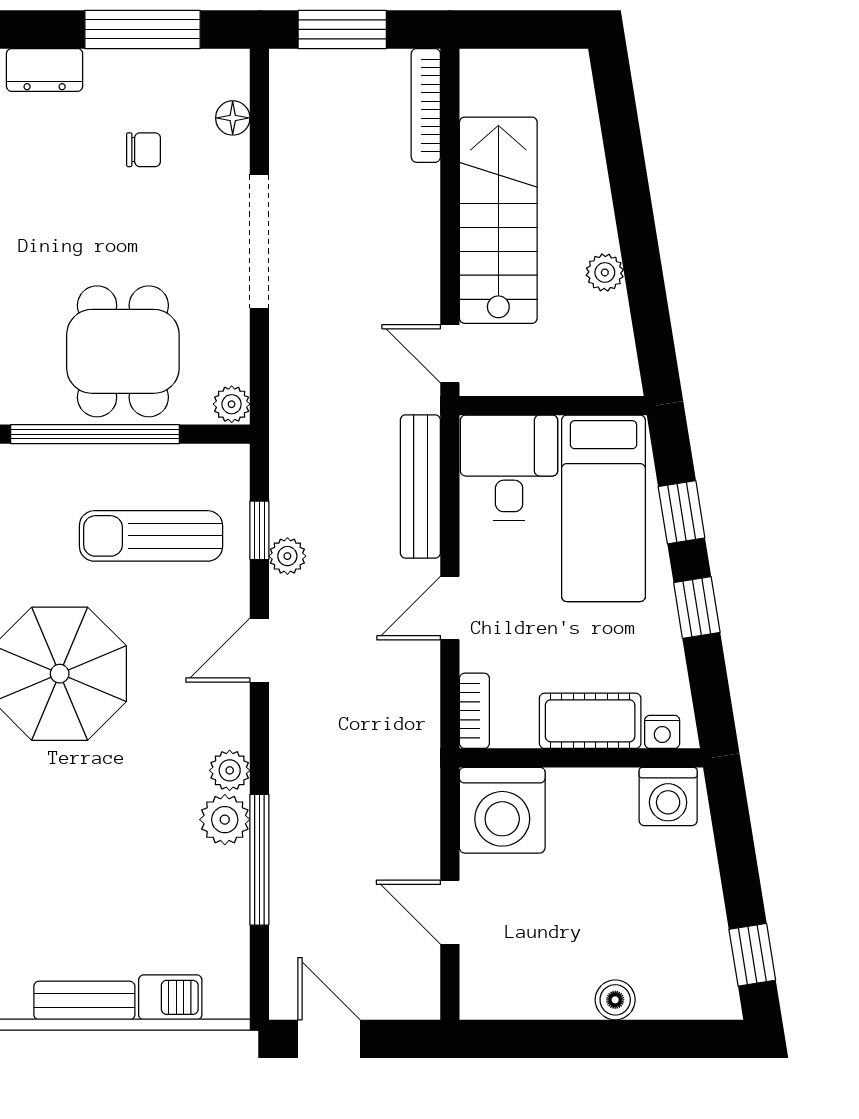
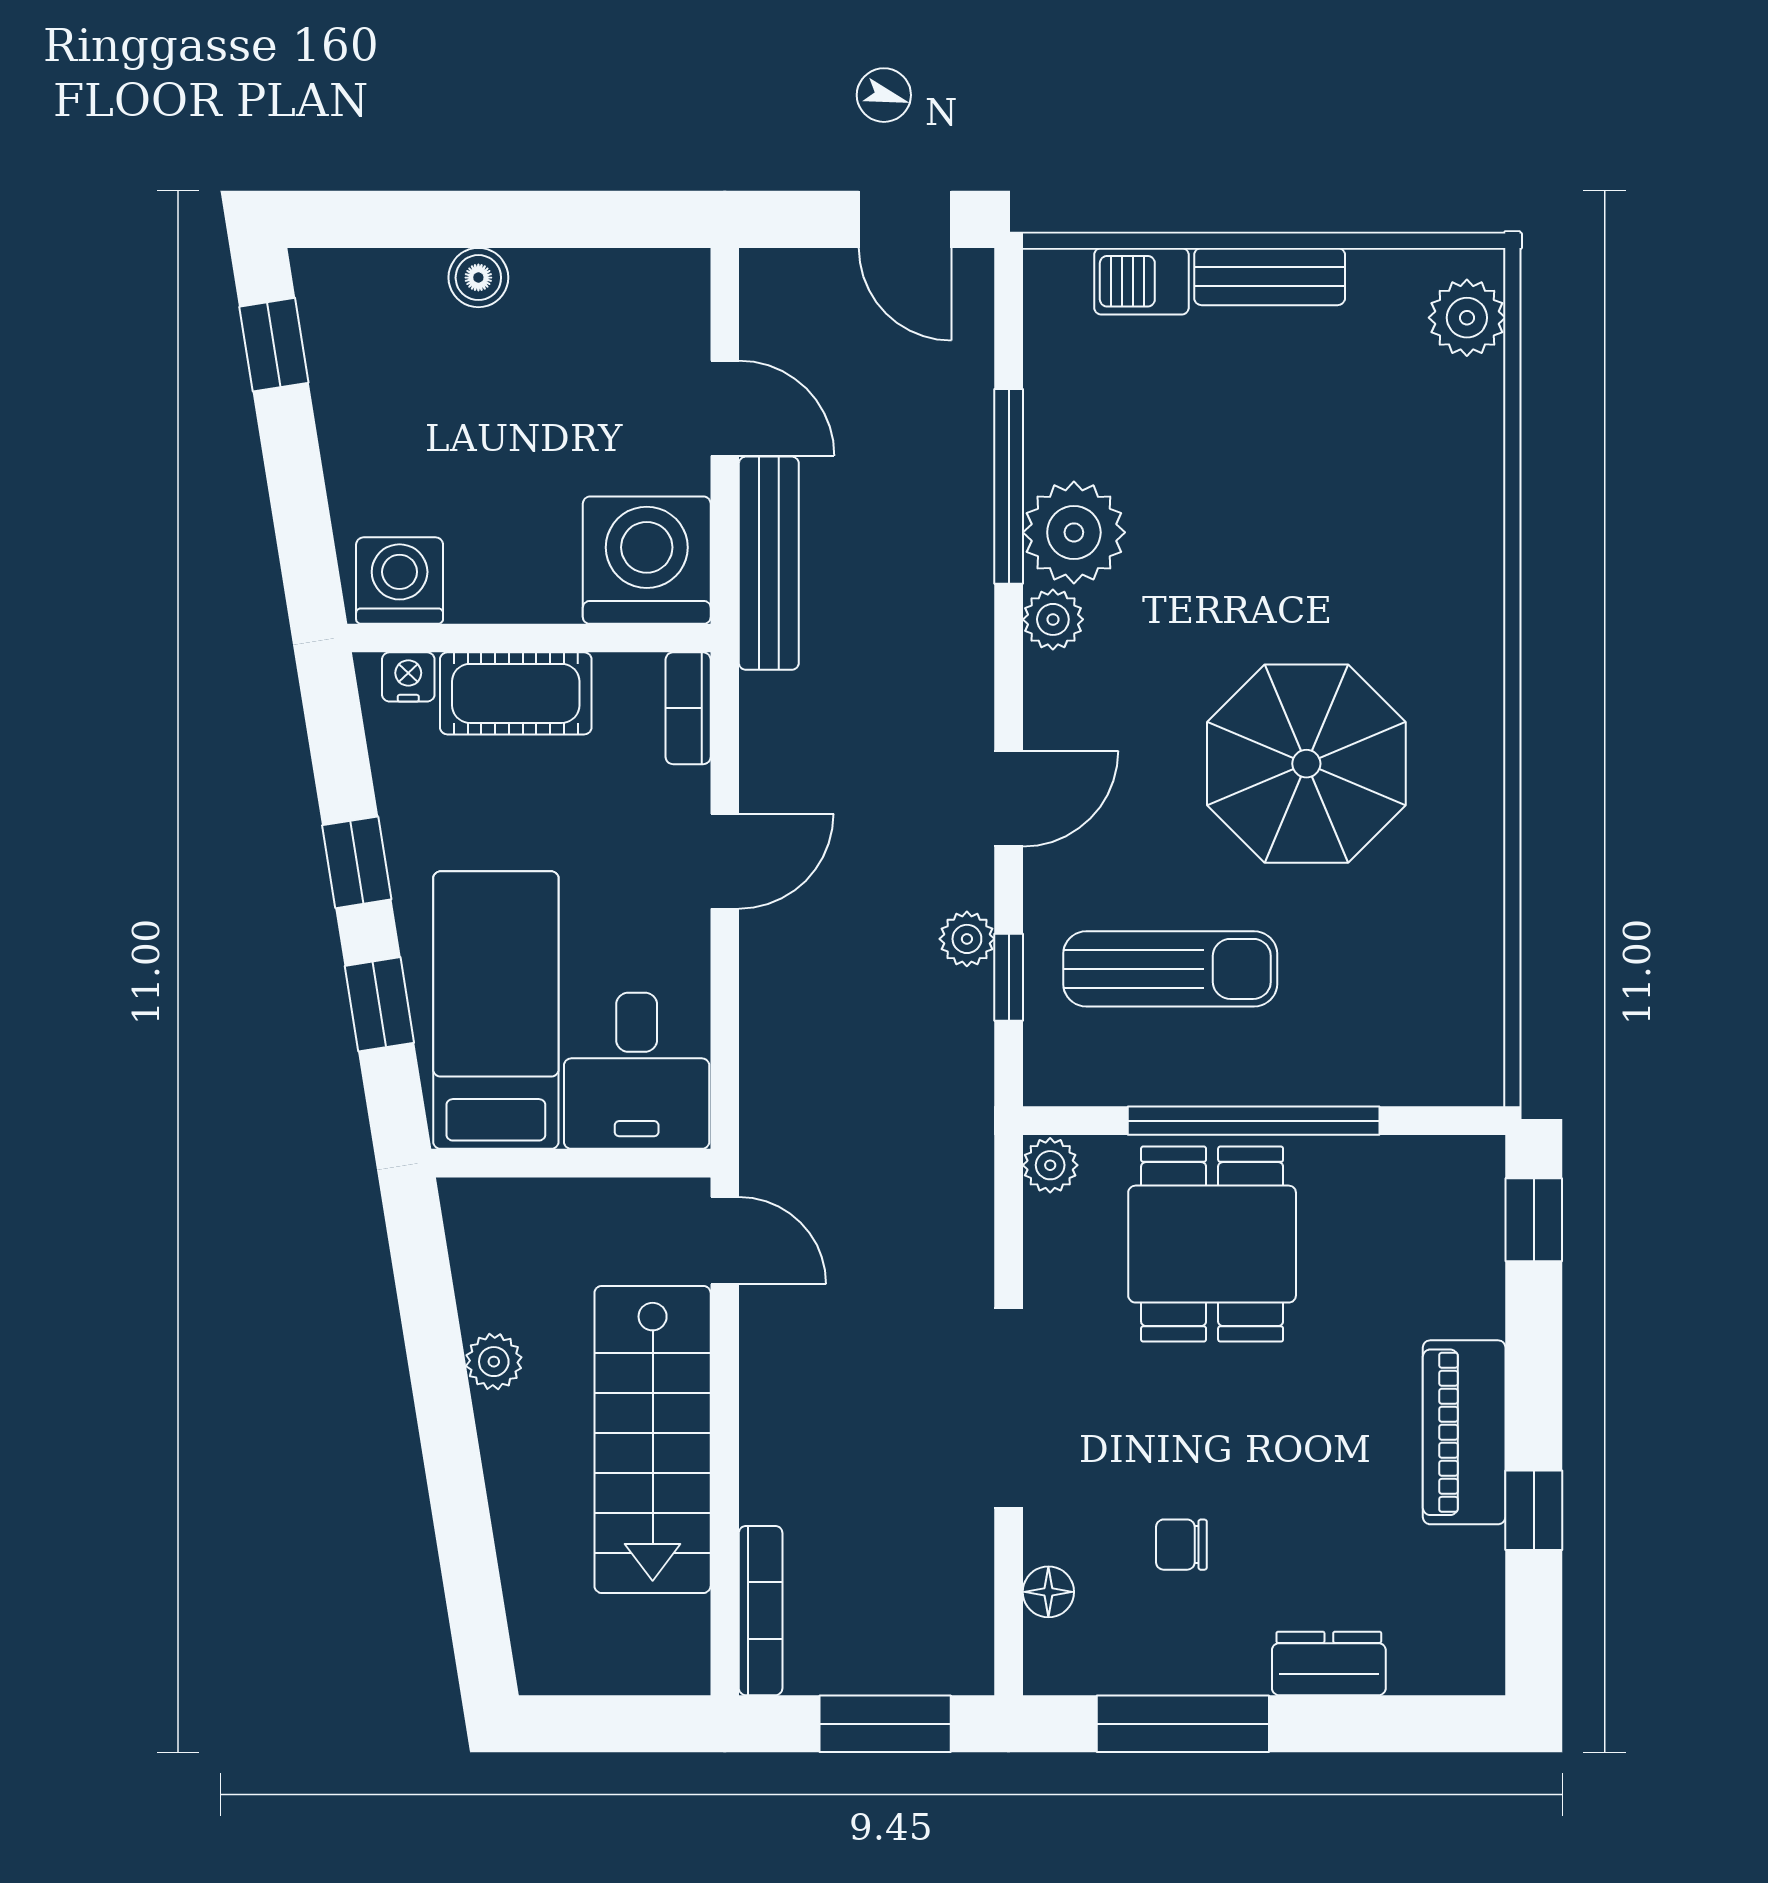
bench: (420, 487) -> (769, 563), moved
plant: (225, 820) -> (1074, 532), width x1.36, depth x1.36

